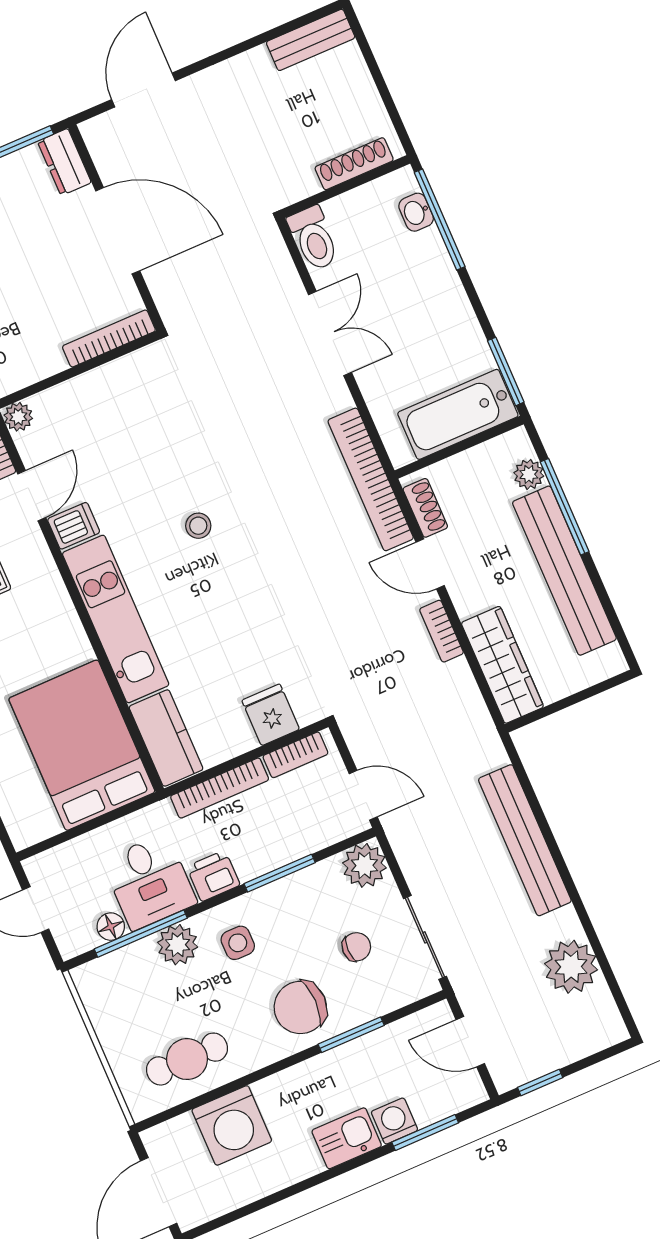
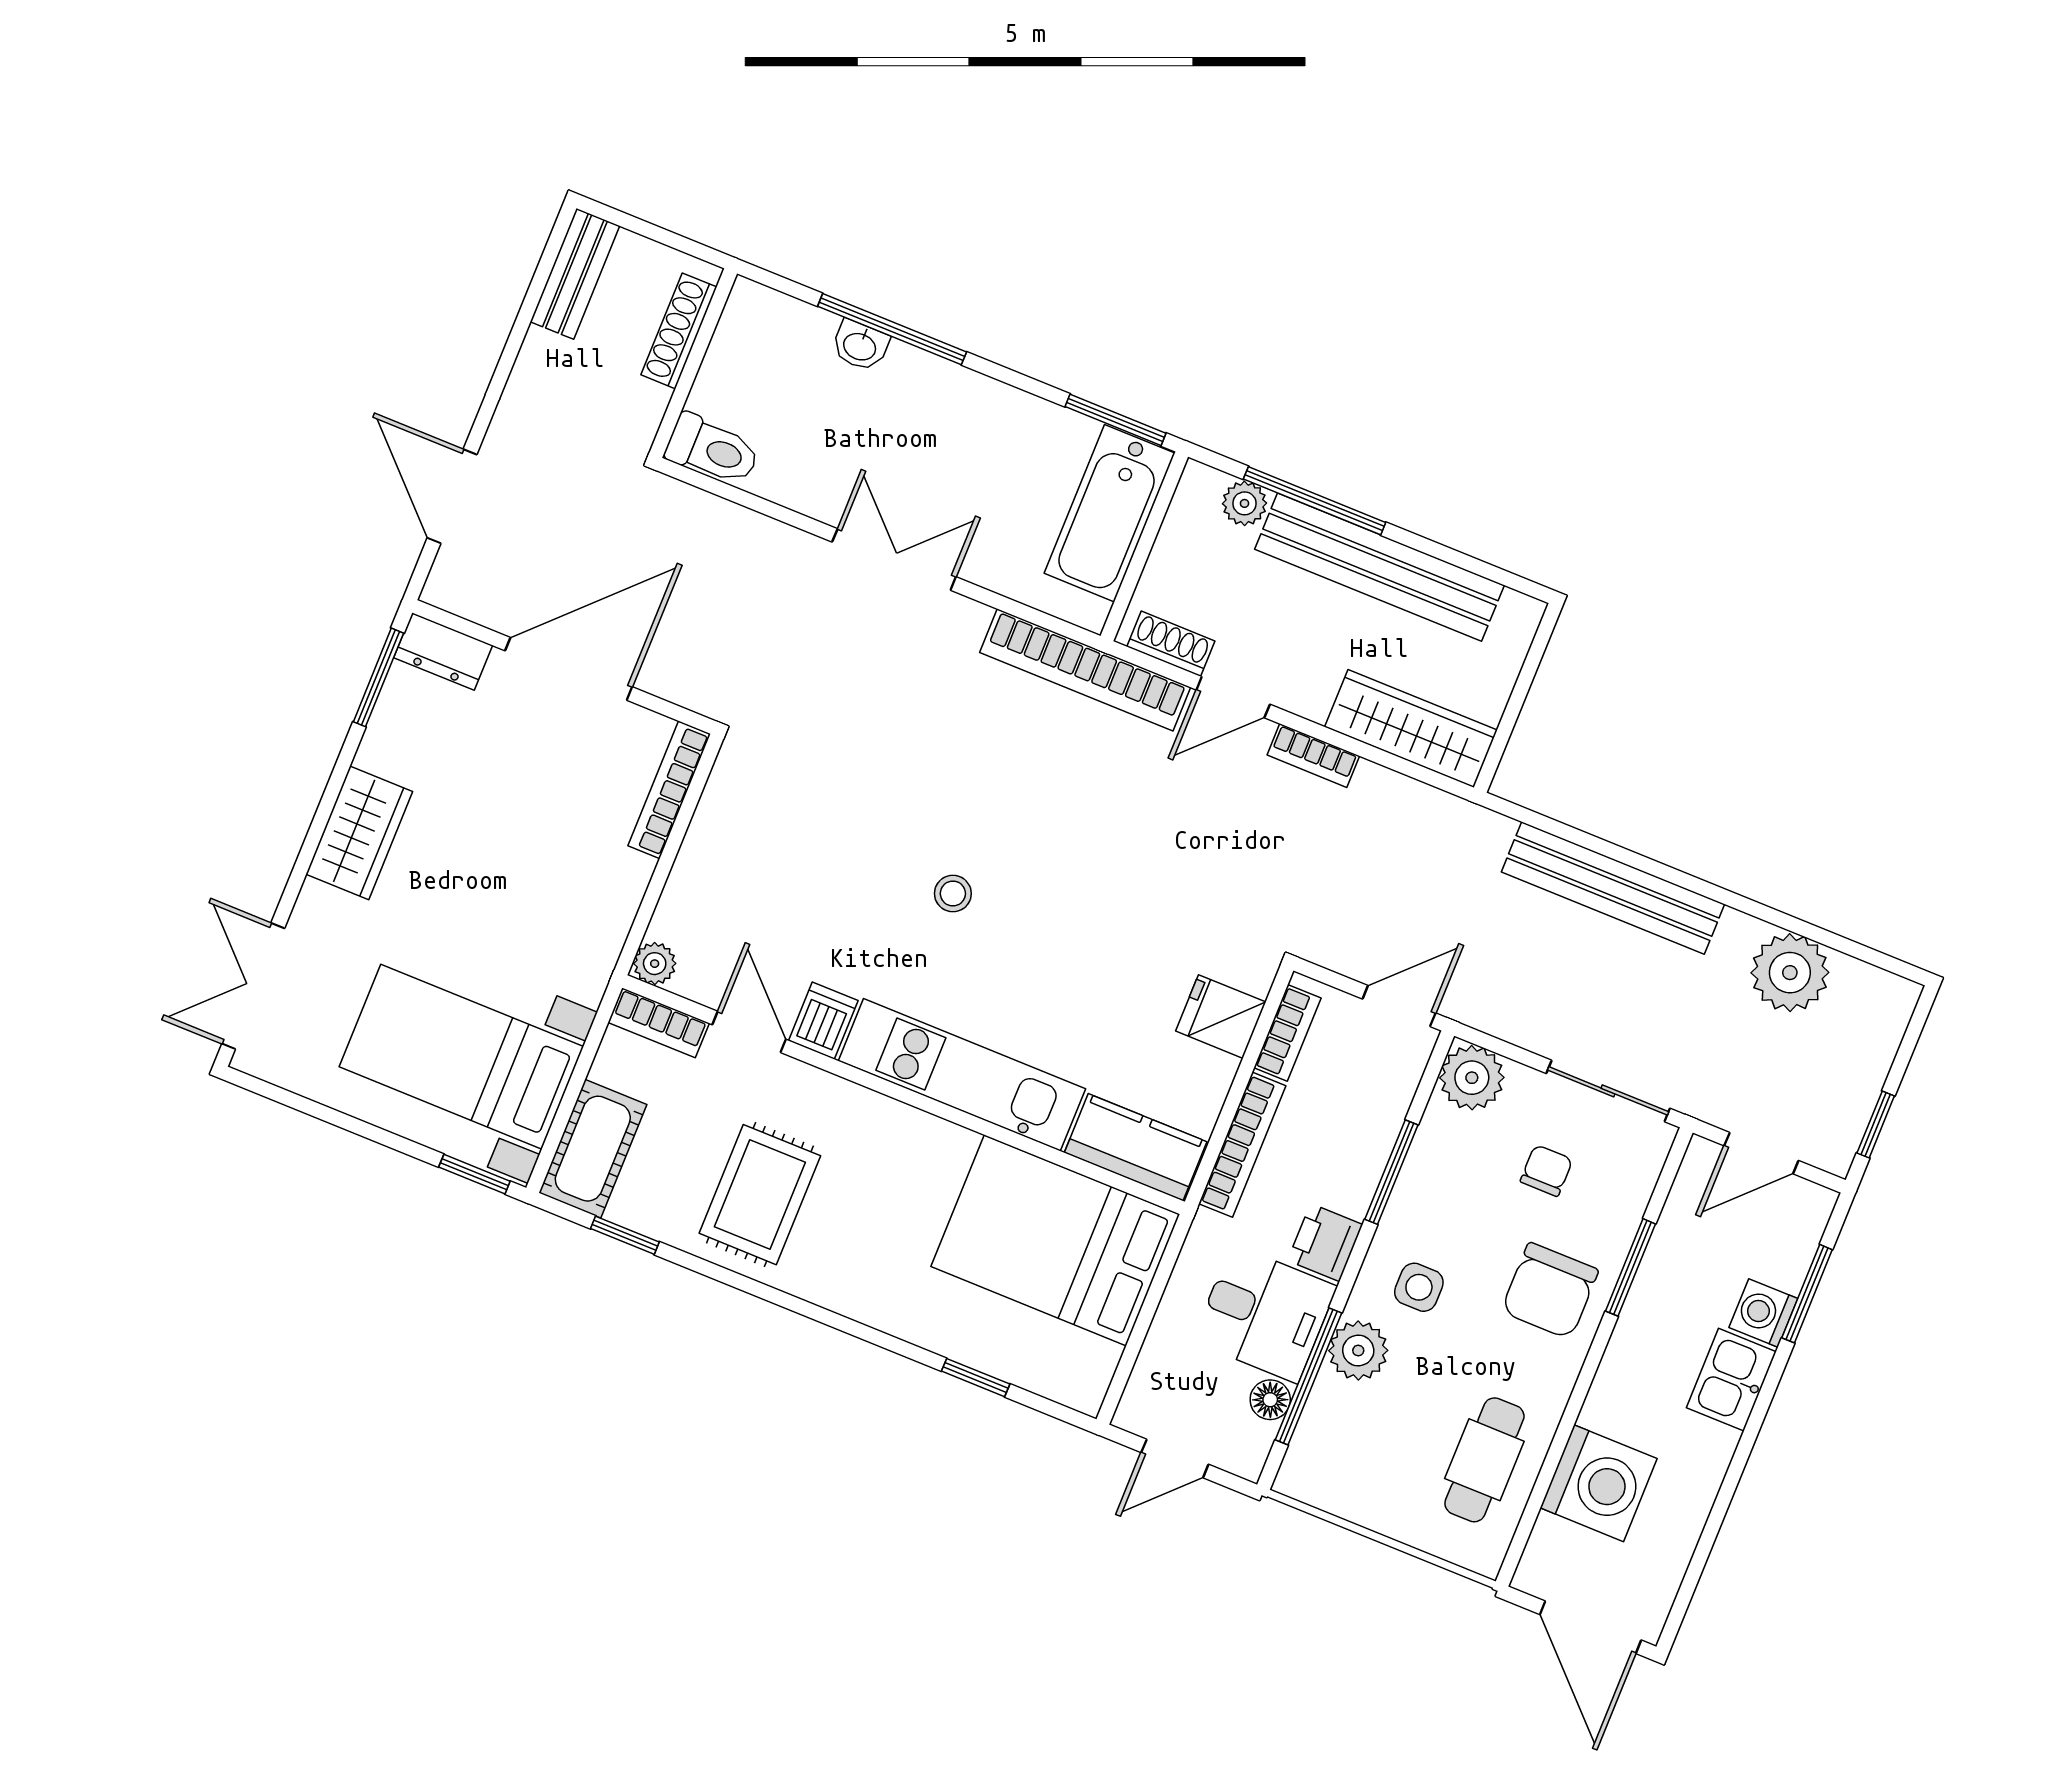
shoe rack: (354, 164) -> (679, 331), moved
wall: (346, 186) -> (693, 363), moved
toilet: (314, 238) -> (713, 450), moved

